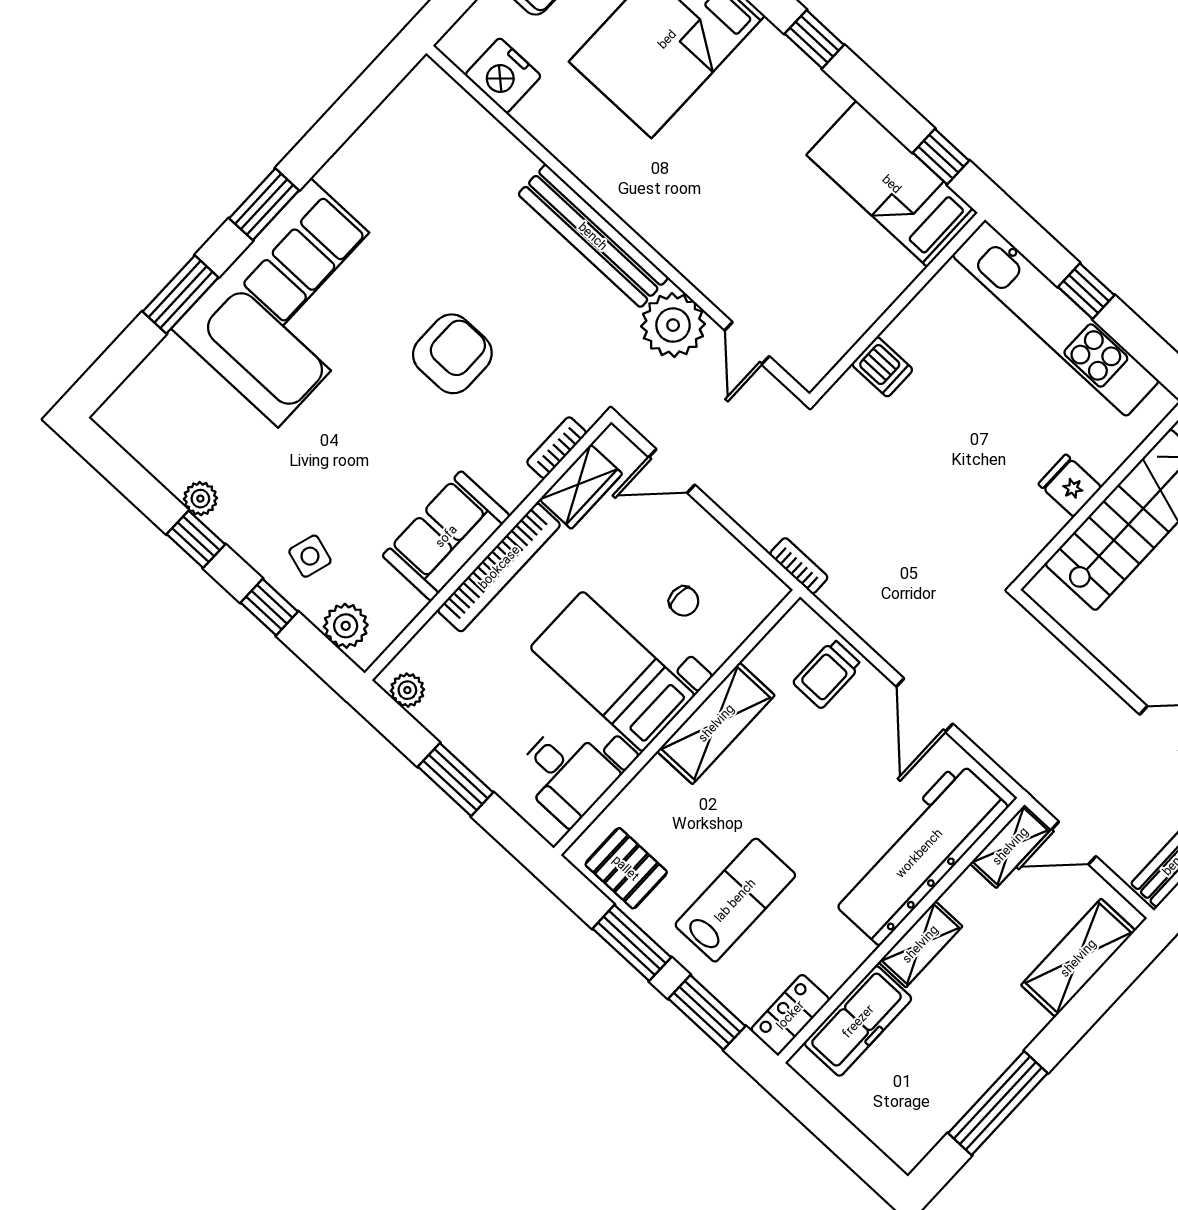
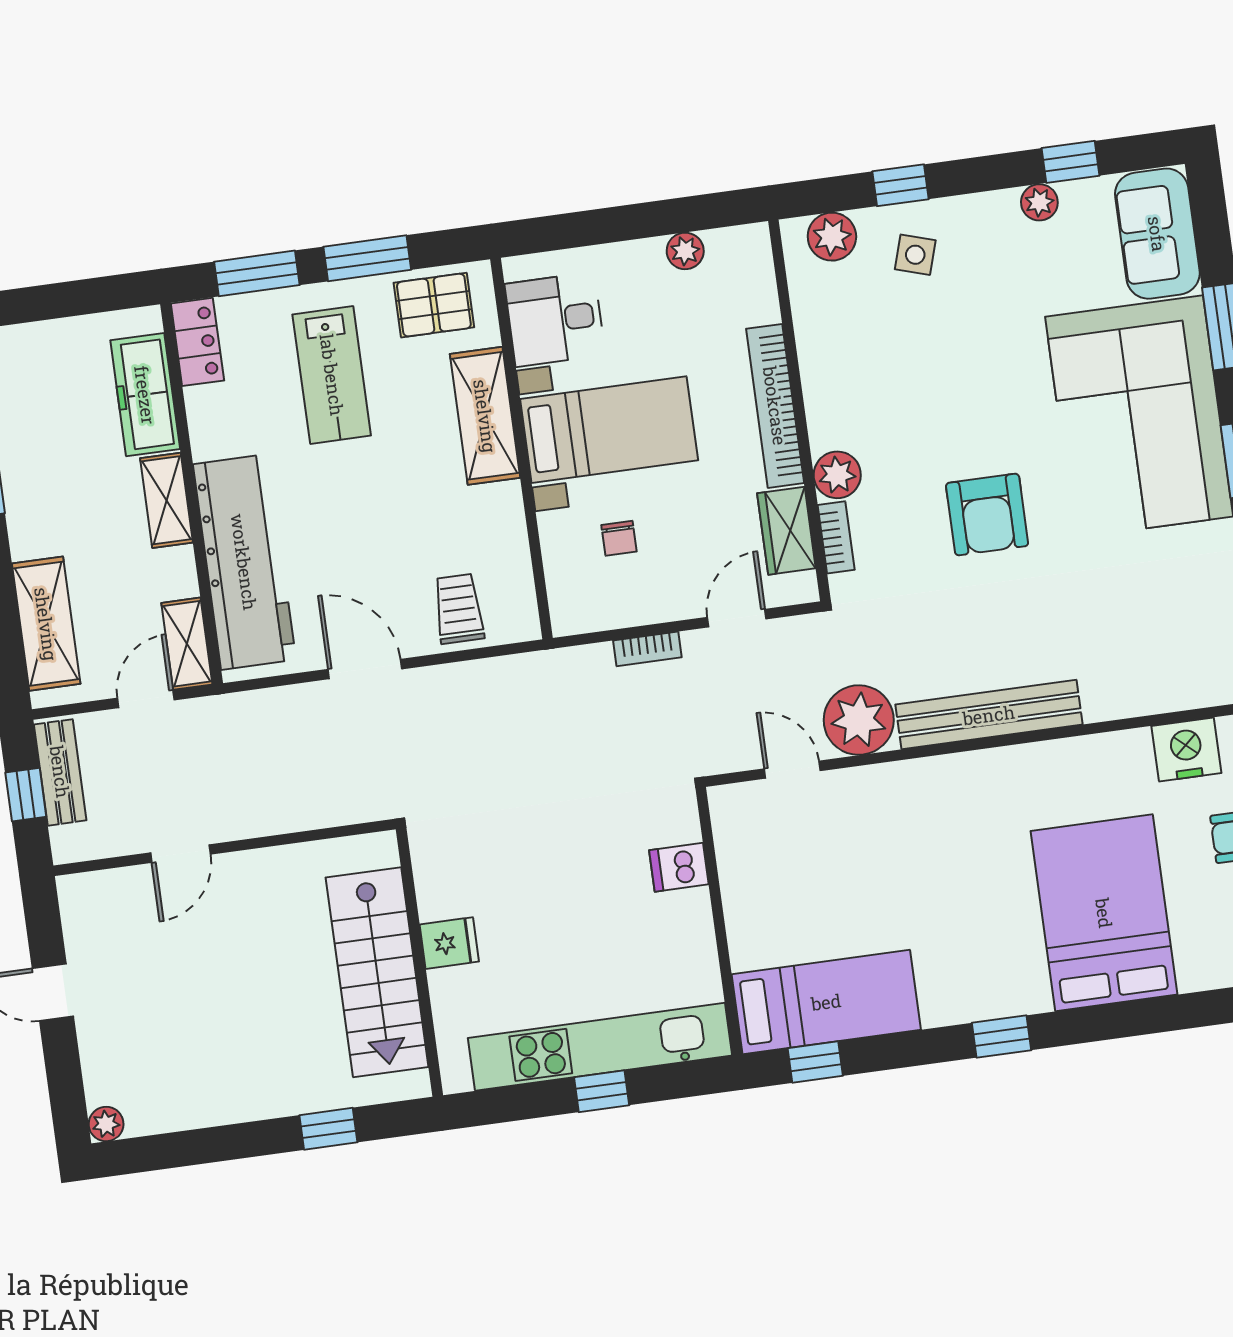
plant: (512, 483) -> (837, 475), added
sofa: (446, 536) -> (1157, 234), moved, turned 180
window: (196, 539) -> (1070, 162), moved
bookcase: (799, 566) -> (647, 649), moved
chair: (684, 601) -> (619, 538), turned -90
plant: (407, 690) -> (685, 251), moved
shelving: (716, 723) -> (485, 416), moved
window: (455, 780) -> (627, 223), removed

